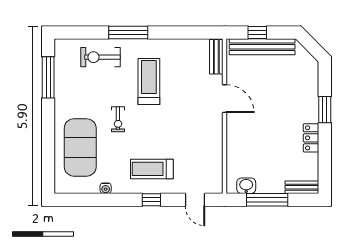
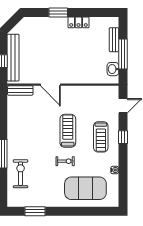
exercise bike: (101, 57) -> (21, 174), turned 180
window: (48, 77) -> (35, 211), width x0.69
treadmill: (149, 82) -> (68, 131), moved, turned 90
door: (225, 99) -> (50, 85), swing flipped
bench: (302, 187) -> (114, 40), moved

